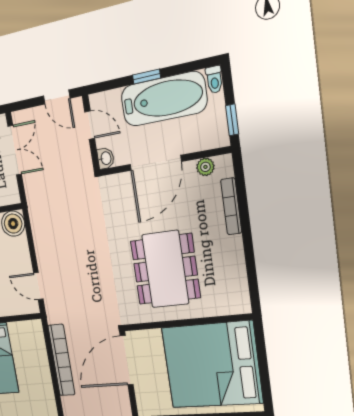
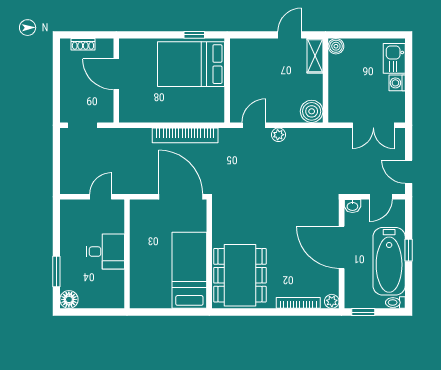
door: (57, 97) -> (409, 172), hinge flipped
plant: (205, 167) -> (332, 301), moved
plant: (43, 257) -> (278, 135), added
dining table: (165, 269) -> (240, 275), moved, turned 90
bed: (212, 365) -> (189, 270), width x0.49

